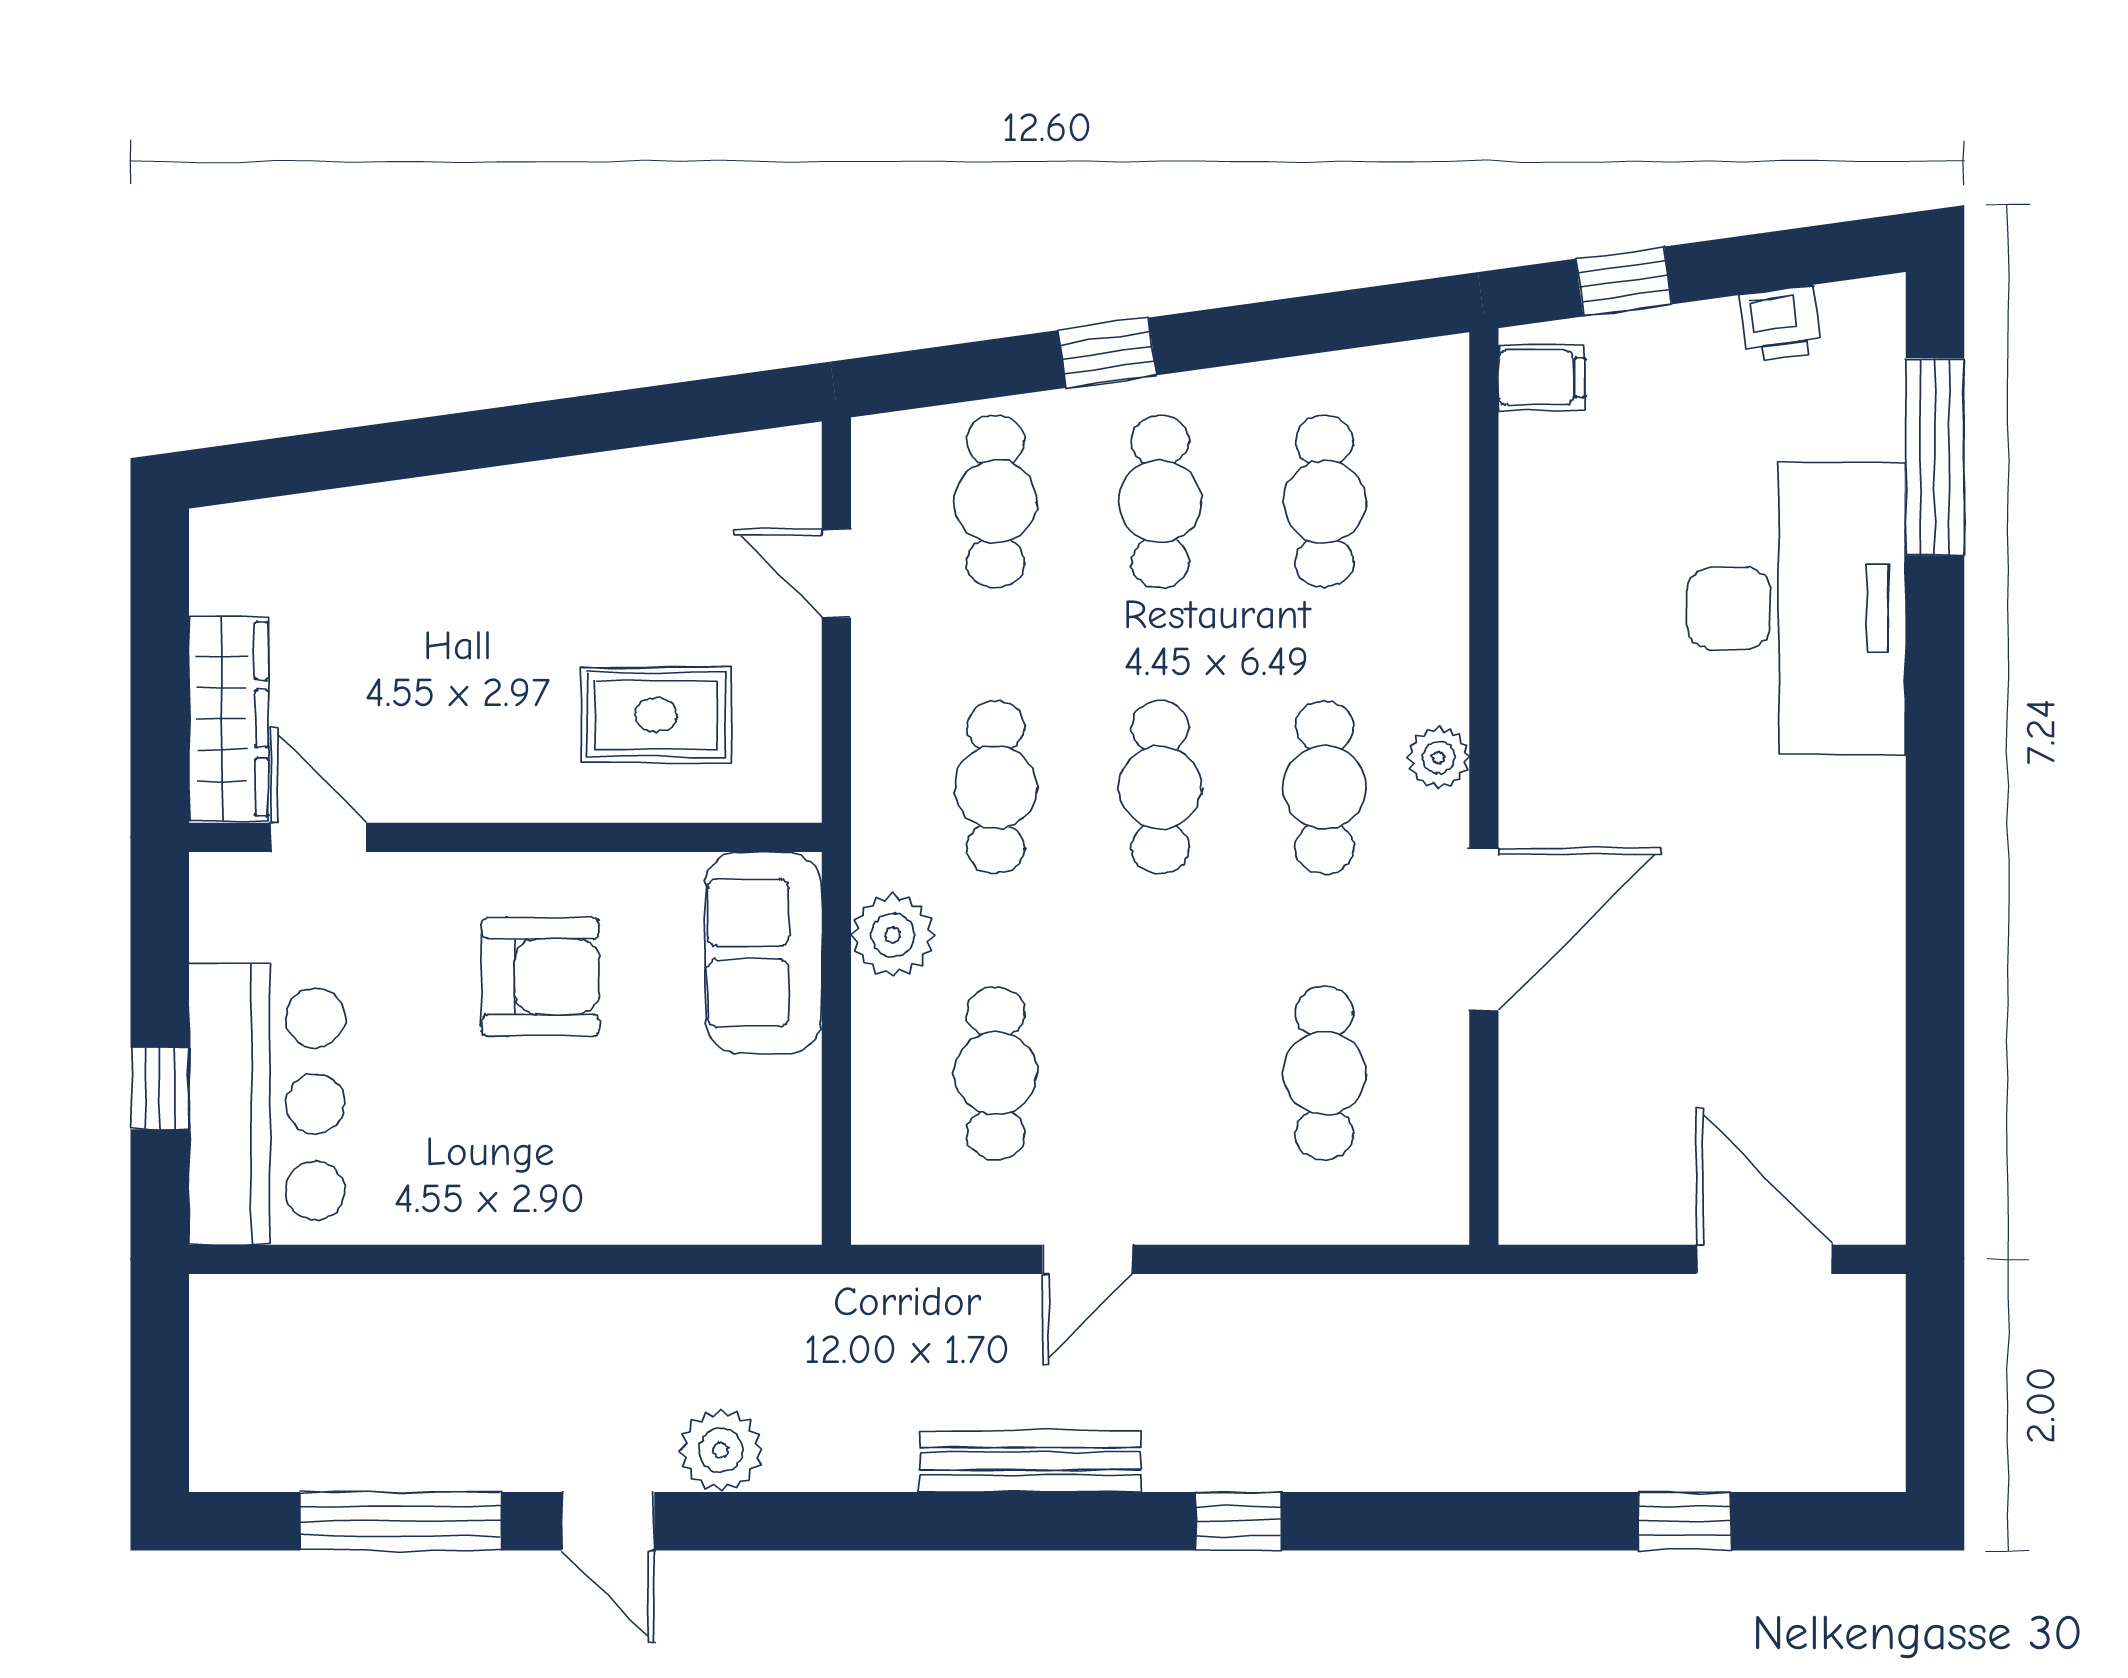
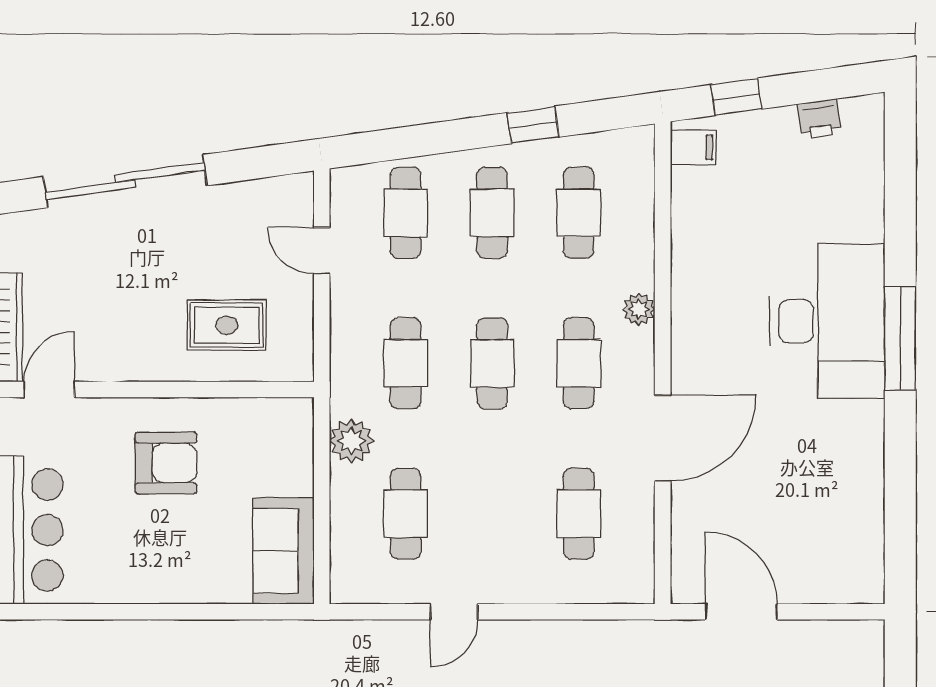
window: (1107, 353) -> (533, 125), moved
sliding door: (463, 442) -> (125, 181), added
window: (1935, 457) -> (900, 339), moved
desk: (1796, 608) -> (827, 321), moved
plant: (1438, 758) -> (639, 309), moved
door: (319, 837) -> (49, 390), hinge flipped
sofa: (763, 953) -> (283, 551), moved
door: (1765, 1259) -> (741, 612), moved

